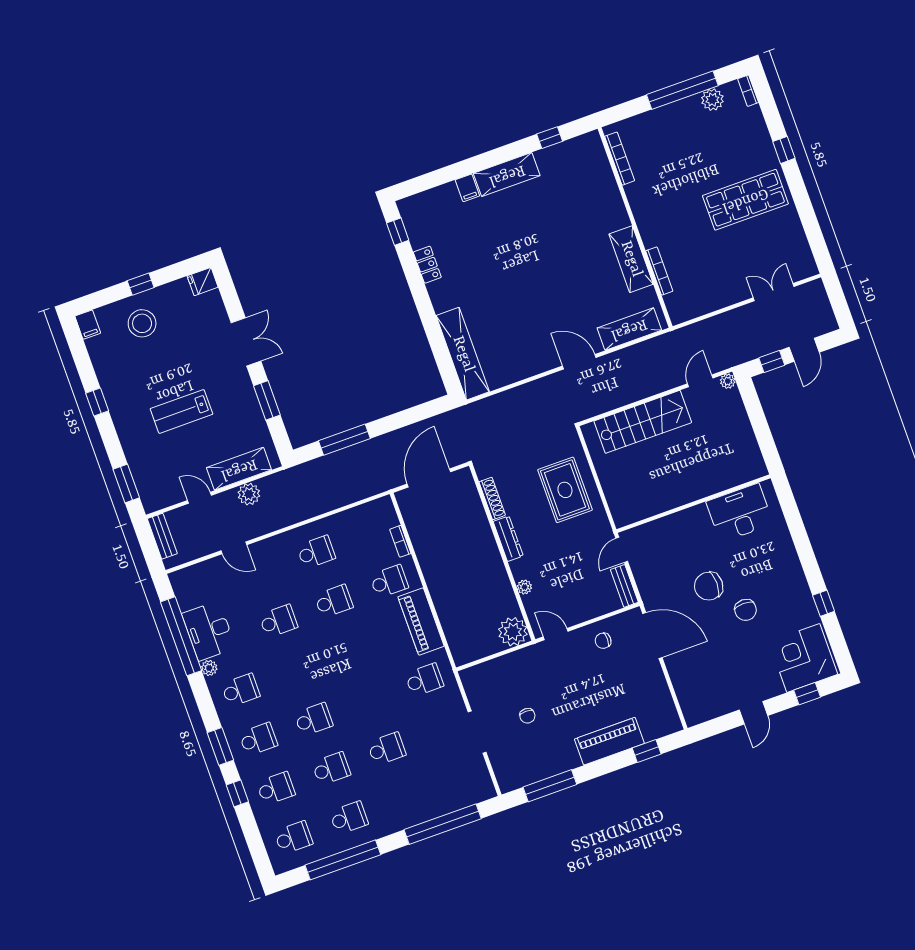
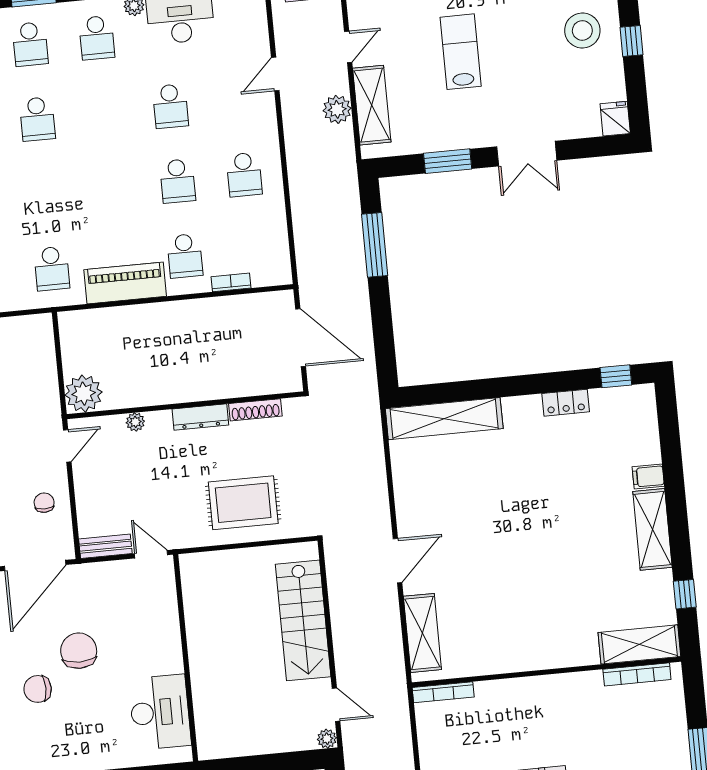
shelving: (631, 259) -> (639, 644), moved
bookcase: (659, 271) -> (443, 692), moved

